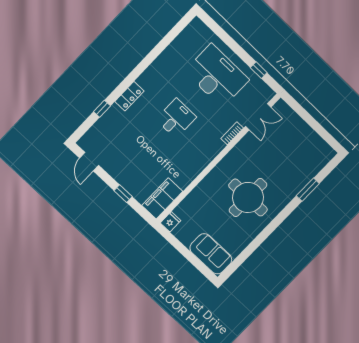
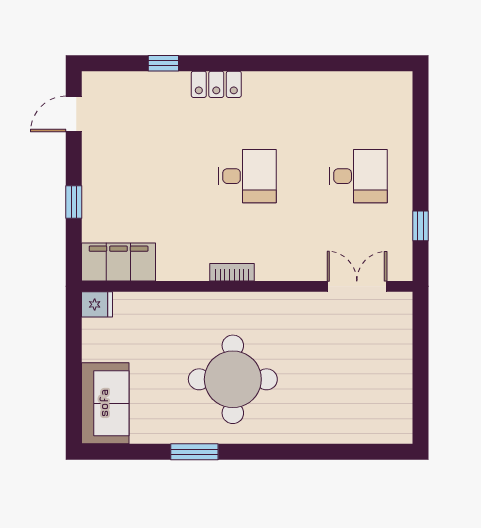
desk: (217, 76) -> (358, 176), width x0.53, depth x0.77
double door: (258, 117) -> (357, 286), swing flipped
bookcase: (232, 133) -> (232, 272), moved
window: (308, 190) -> (194, 452), moved

